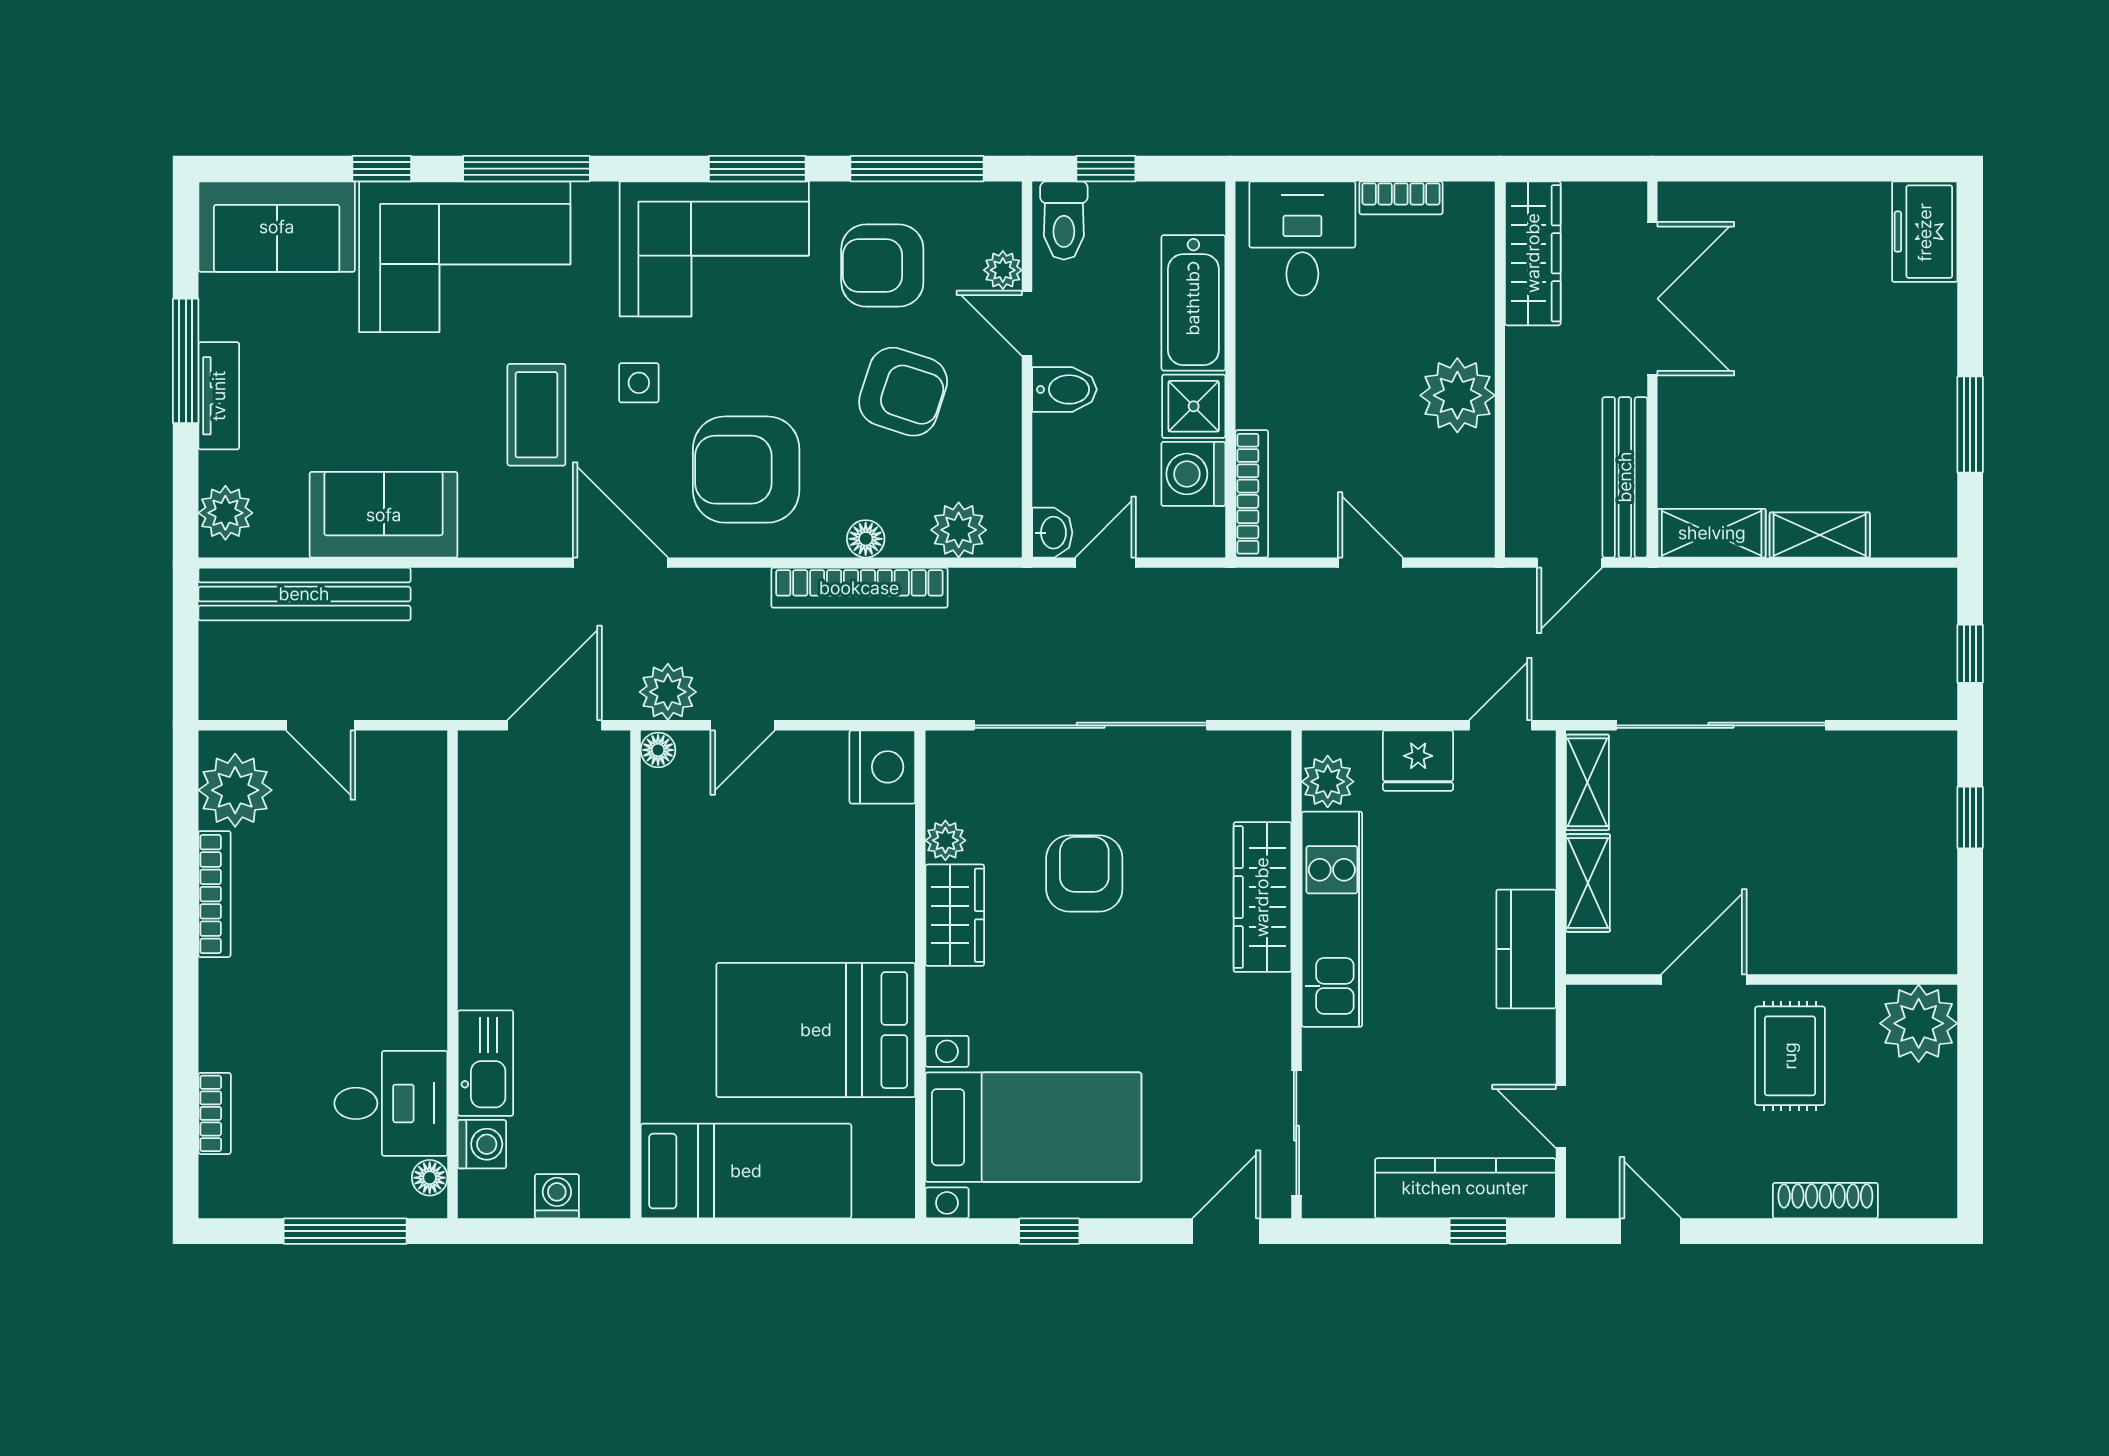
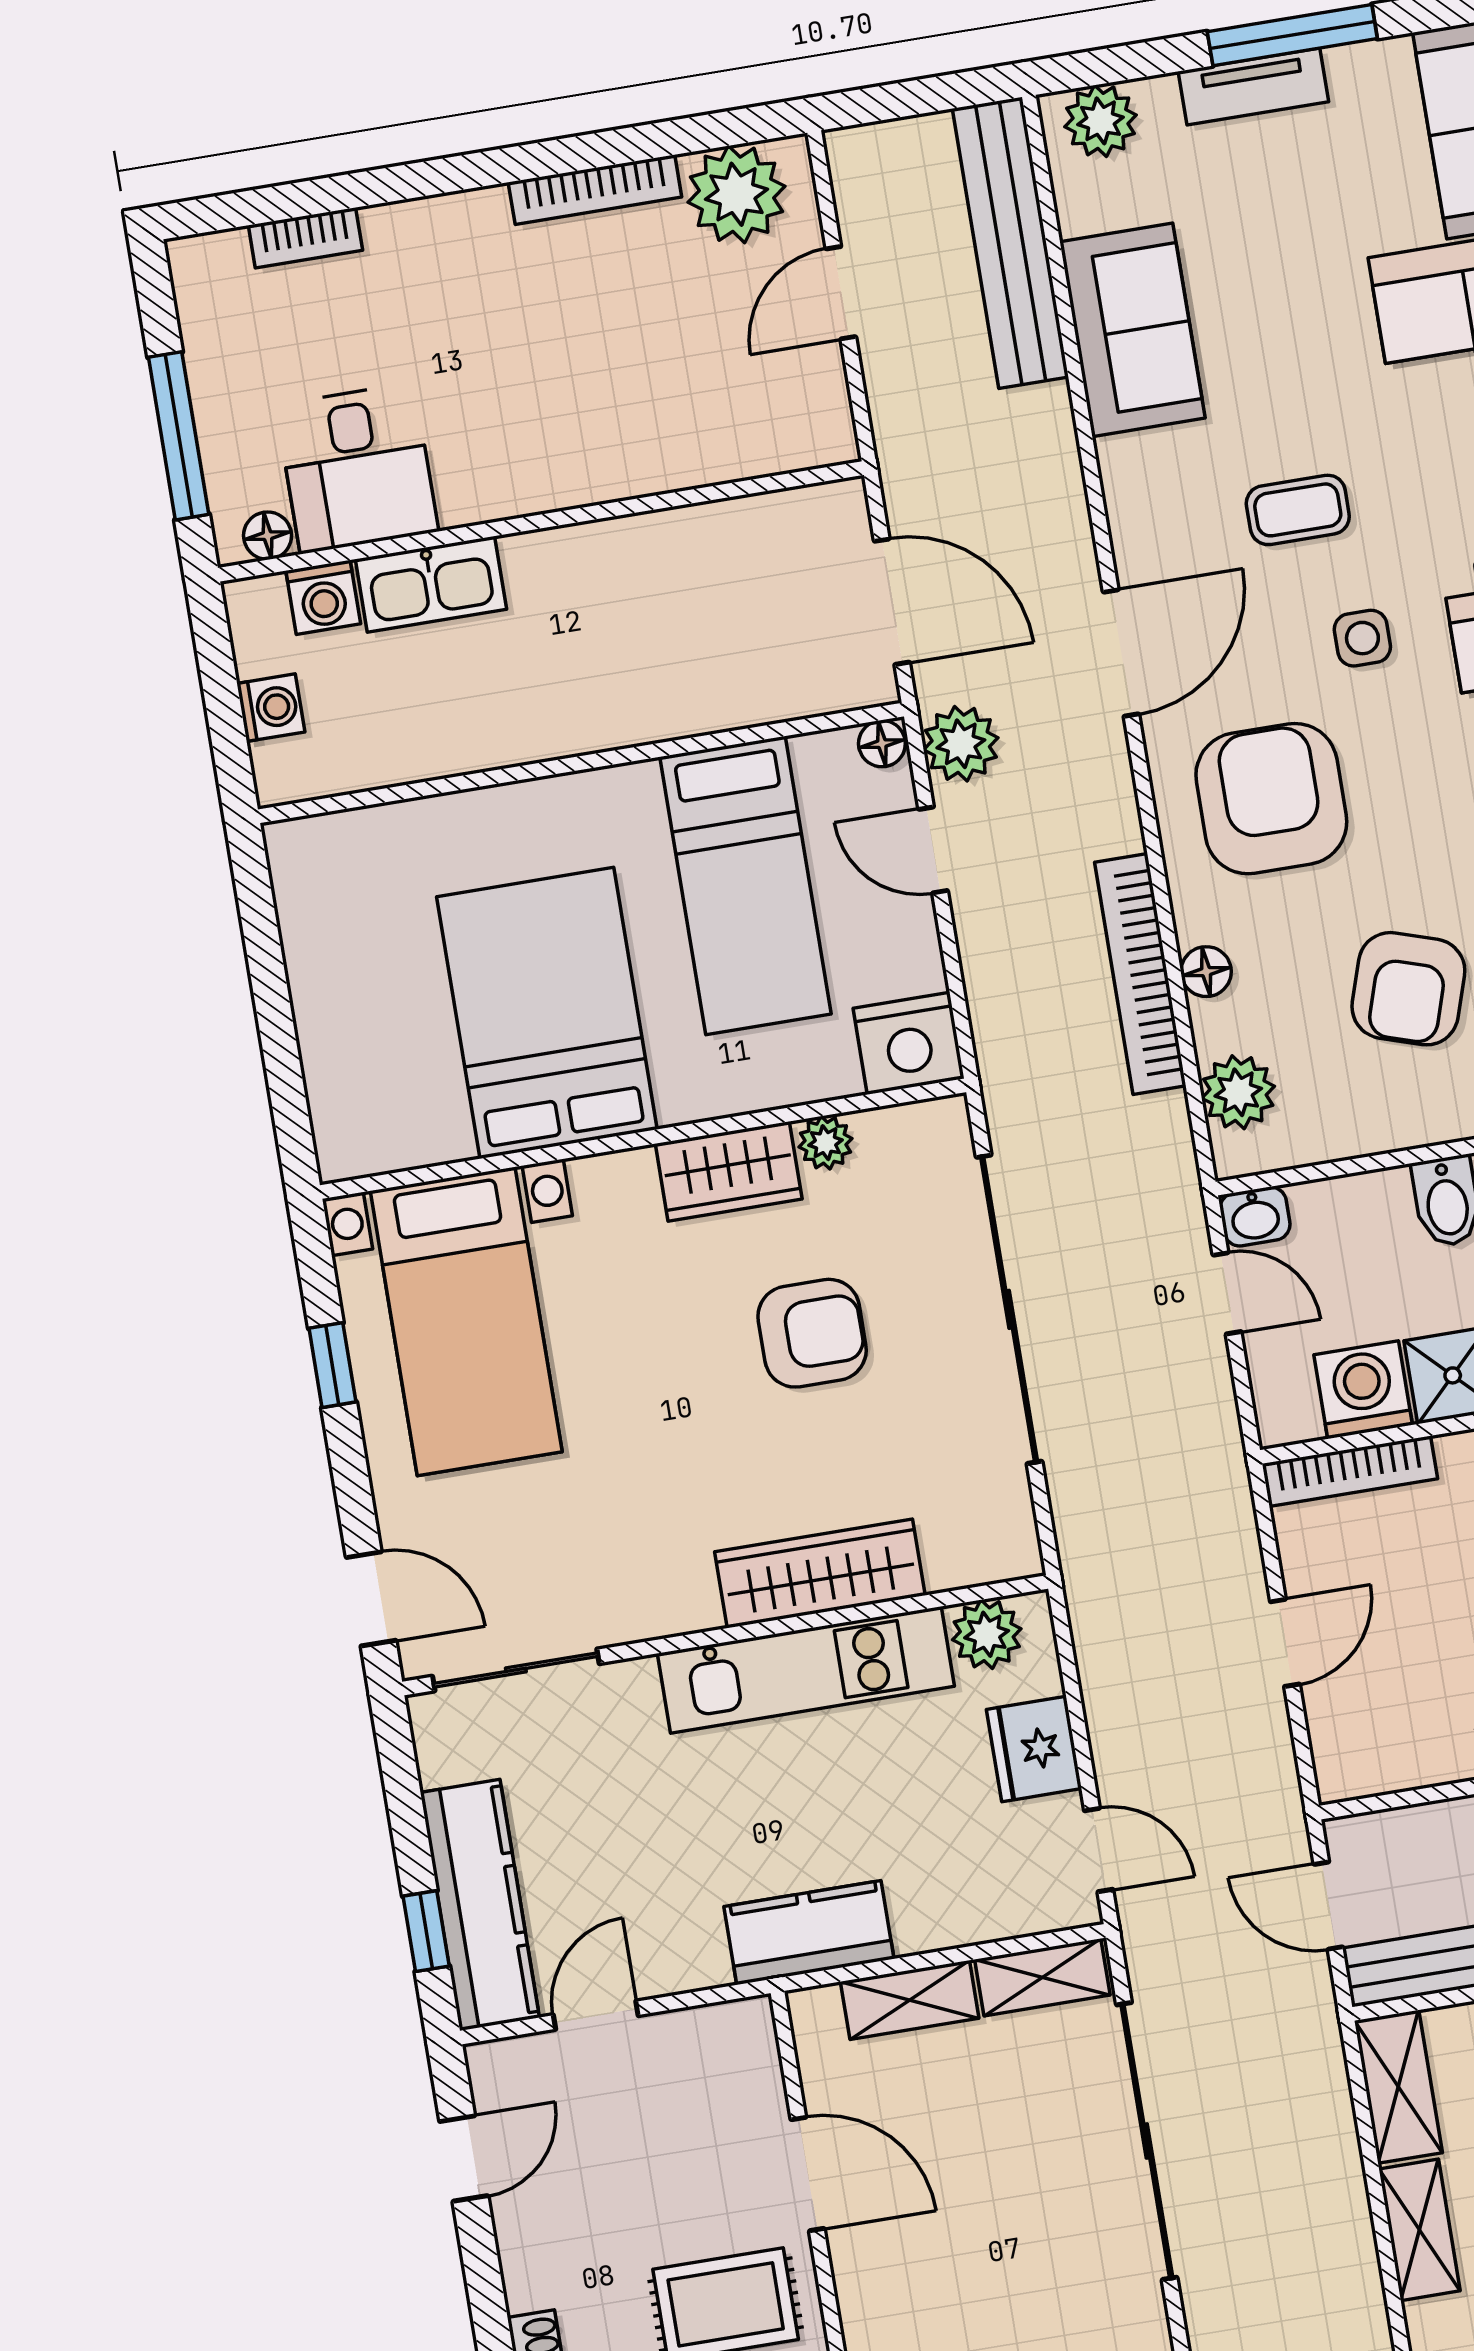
coffee table: (536, 415) -> (1298, 510), width x0.73, depth x0.77
bed: (746, 1171) -> (746, 885), moved

